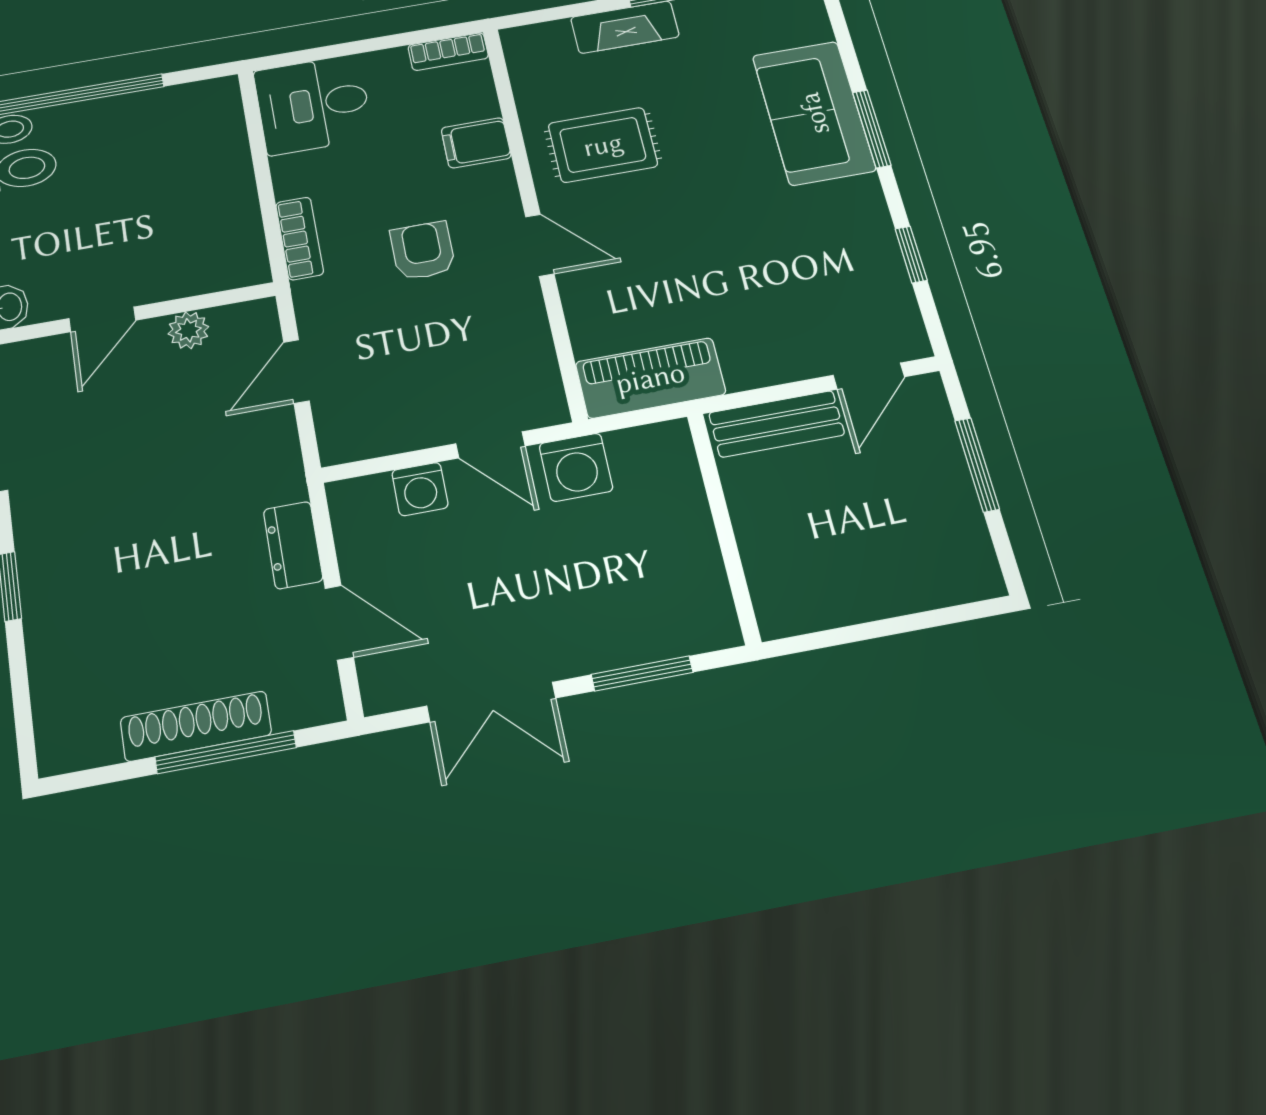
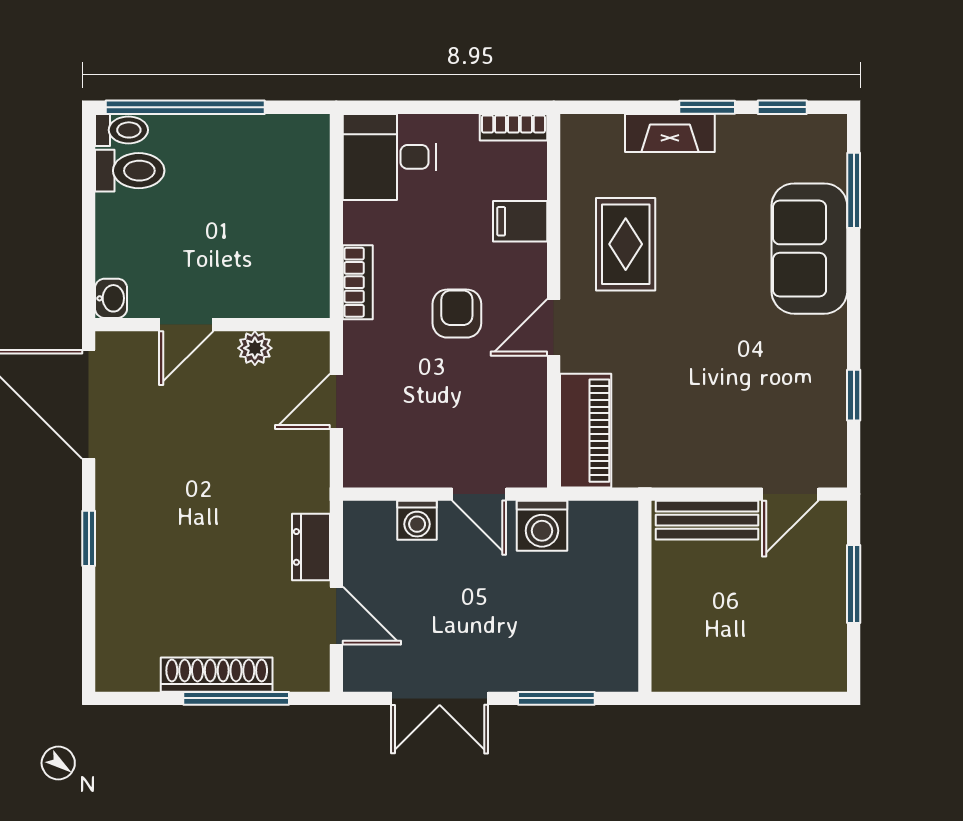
window: (872, 129) -> (854, 190), moved
rug: (603, 145) -> (626, 244), turned 90
door: (540, 245) -> (554, 327), swing flipped
piano: (650, 378) -> (586, 431), moved, turned 90

